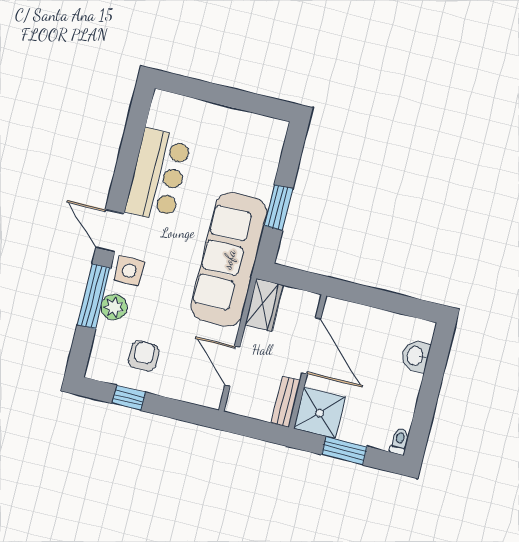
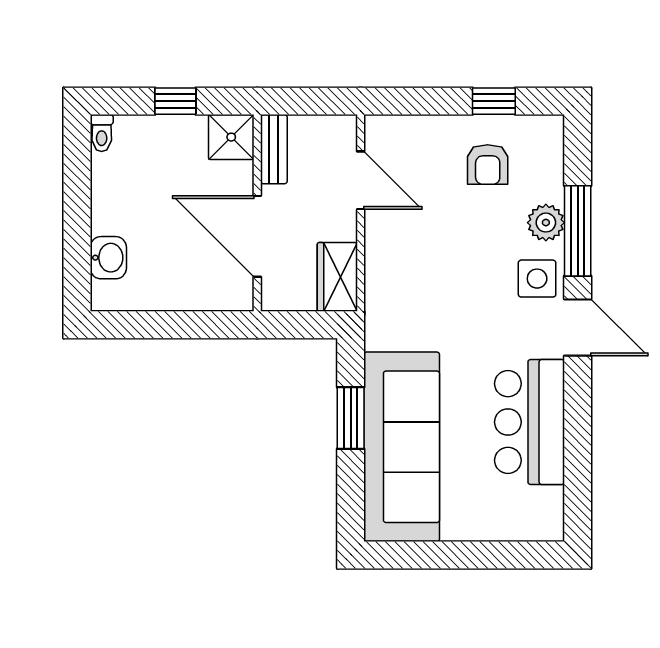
sofa: (229, 259) -> (402, 447), moved
shower: (319, 413) -> (231, 137), width x0.73, depth x0.73
window: (344, 451) -> (175, 101), width x0.67

